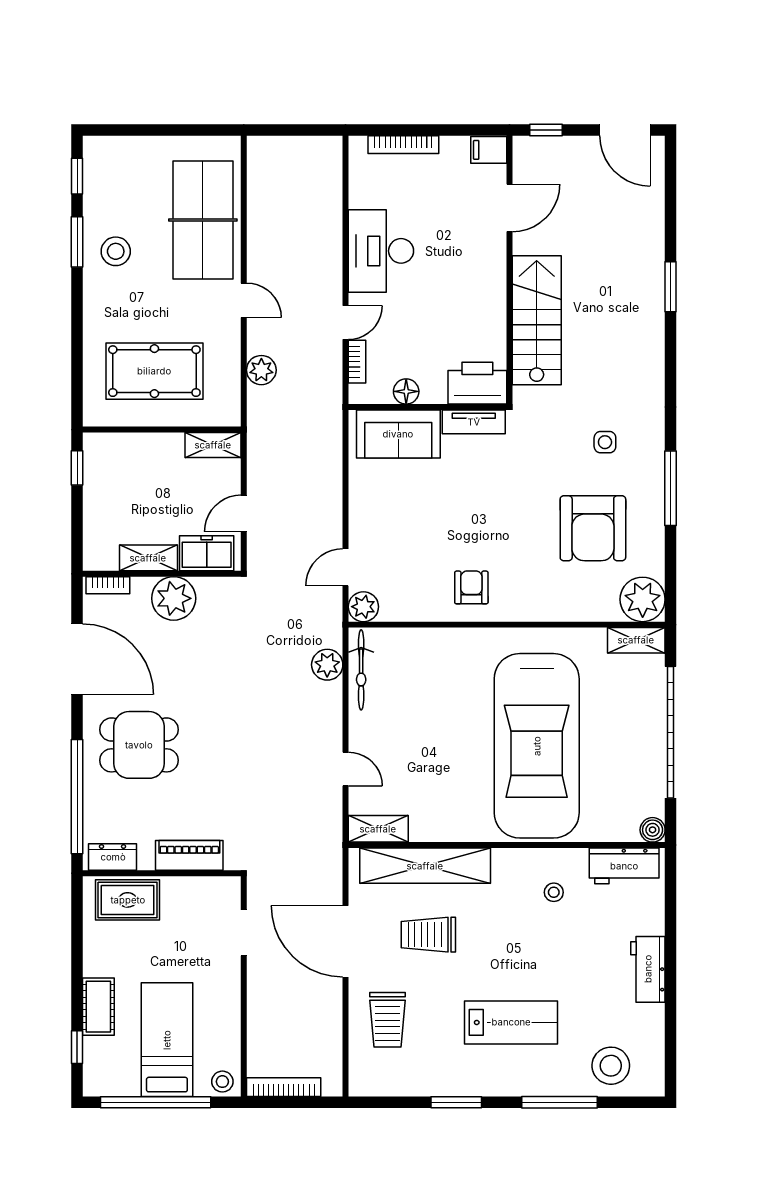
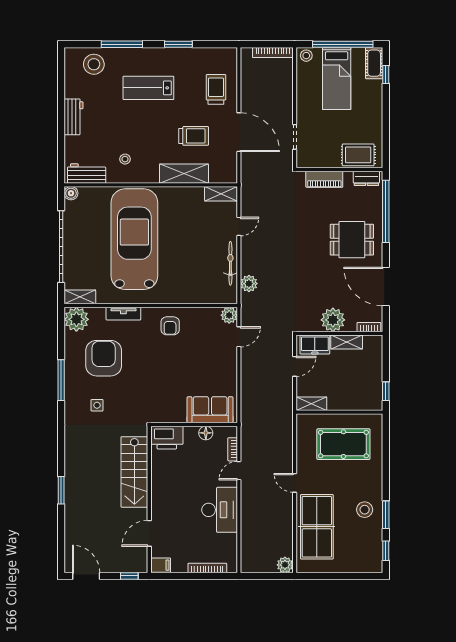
plant: (261, 370) -> (285, 565), moved
tv unit: (474, 422) -> (123, 314), moved, turned 180
bicycle: (361, 670) -> (230, 263), moved
door: (346, 769) -> (239, 226), swing flipped
shelving: (425, 866) -> (184, 174), width x0.68
cot: (98, 1007) -> (374, 63), moved

